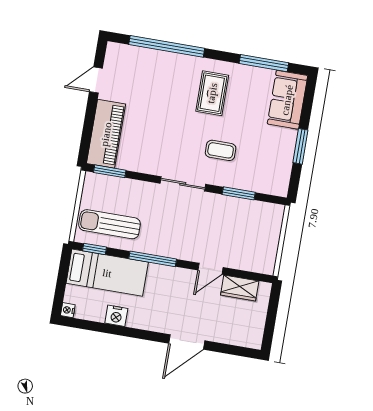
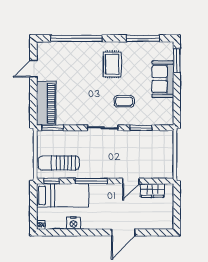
sofa: (287, 100) -> (163, 79), moved
window: (300, 146) -> (177, 61), moved

